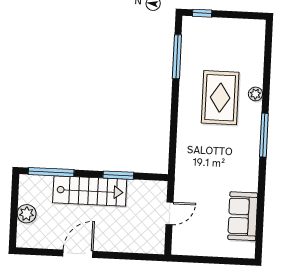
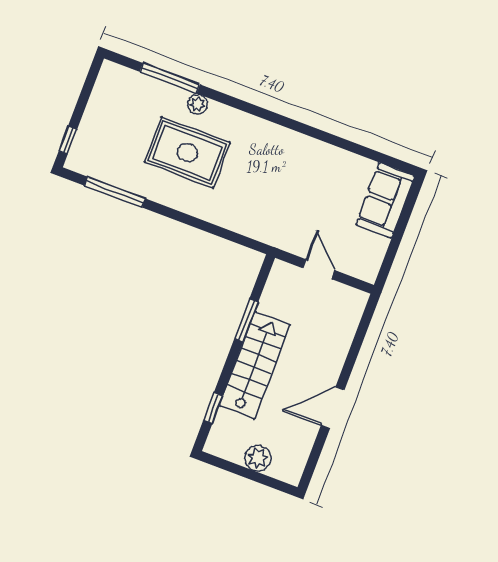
window: (264, 135) -> (170, 78), moved
window: (51, 172) -> (213, 408), width x0.46
sofa: (243, 216) -> (385, 200), moved, turned 90
door: (78, 254) -> (333, 408), hinge flipped

